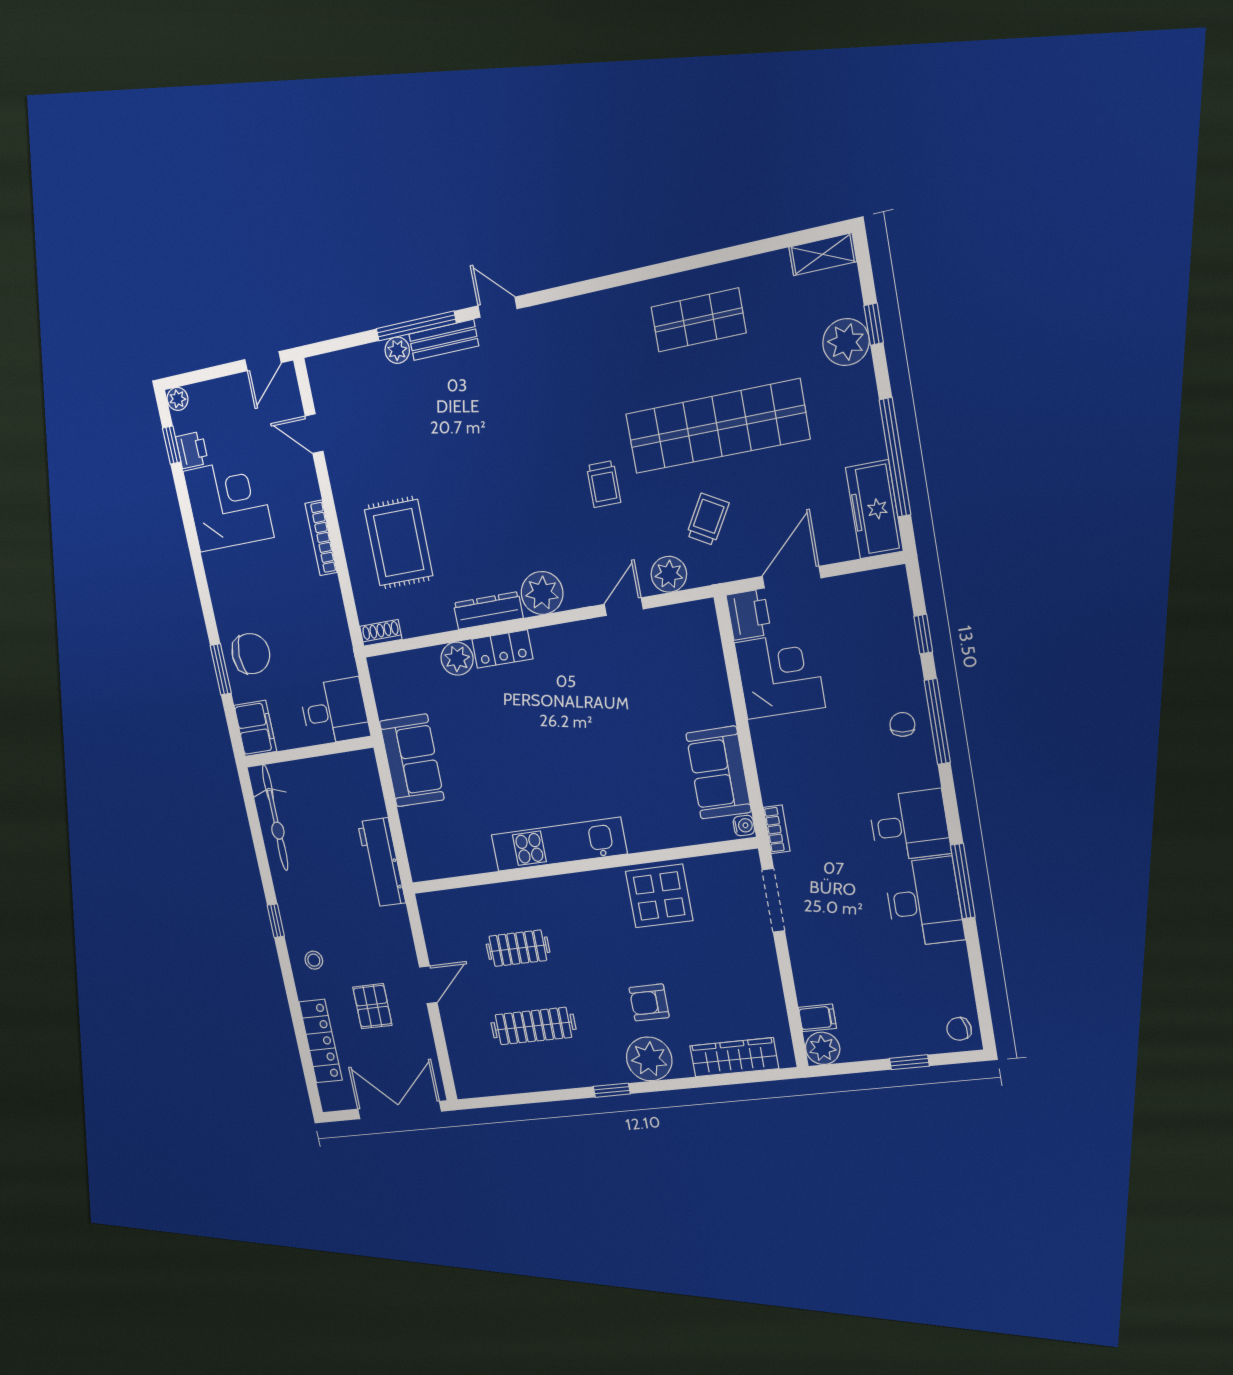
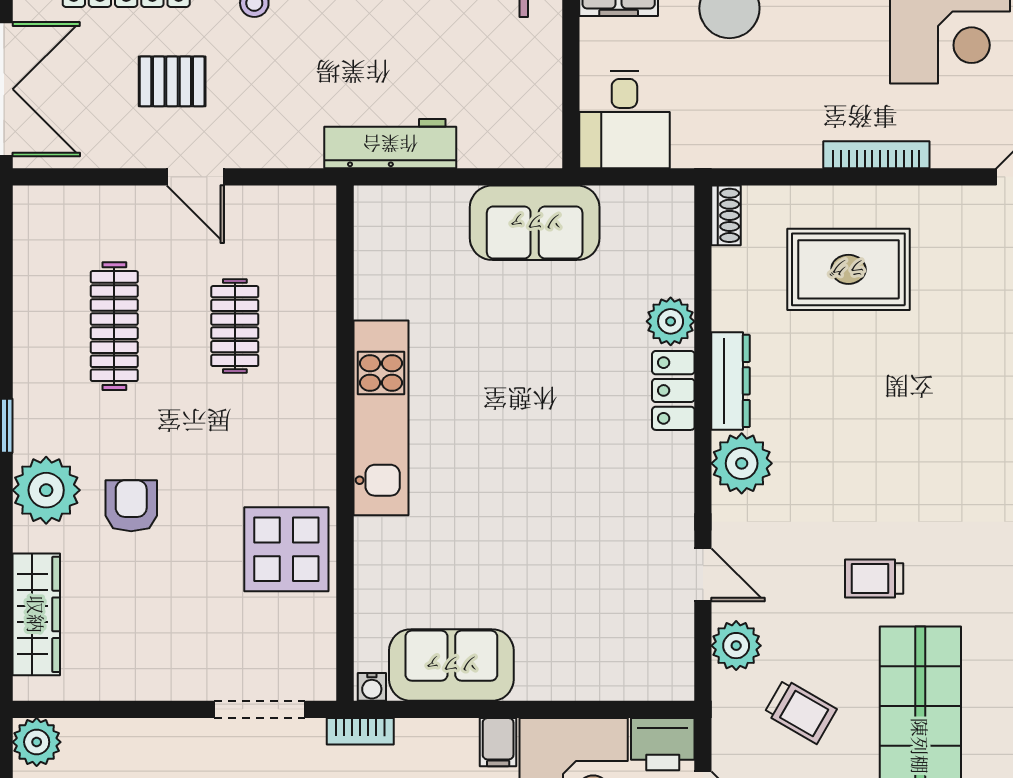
filing cabinet: (817, 1018) -> (498, 742), moved

